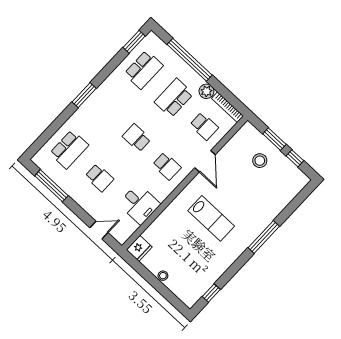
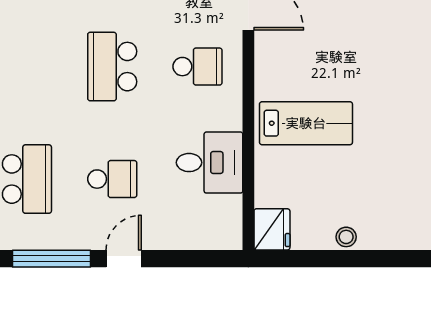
school desk: (137, 138) -> (112, 67), width x1.85
lab bench: (211, 218) -> (306, 123), moved
door: (99, 230) -> (124, 259), moved

